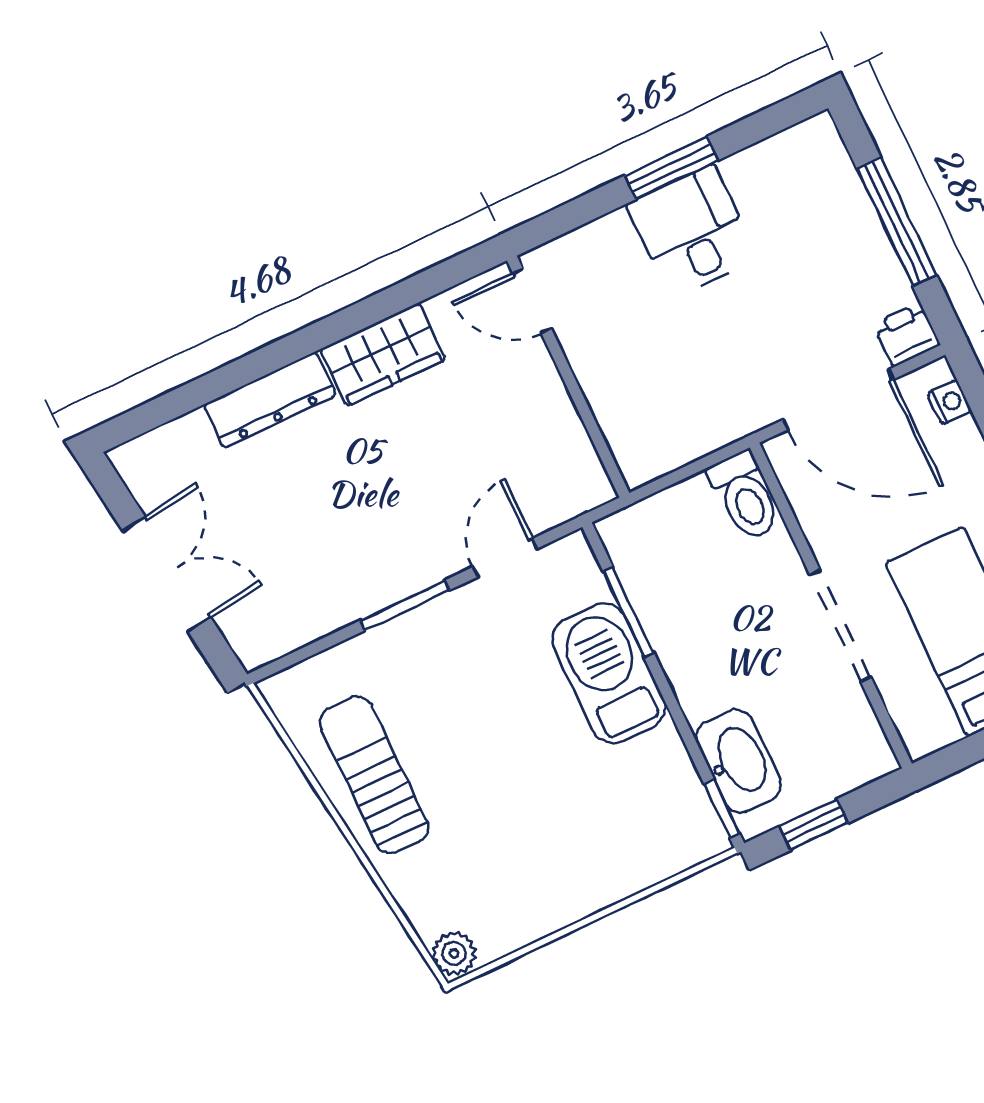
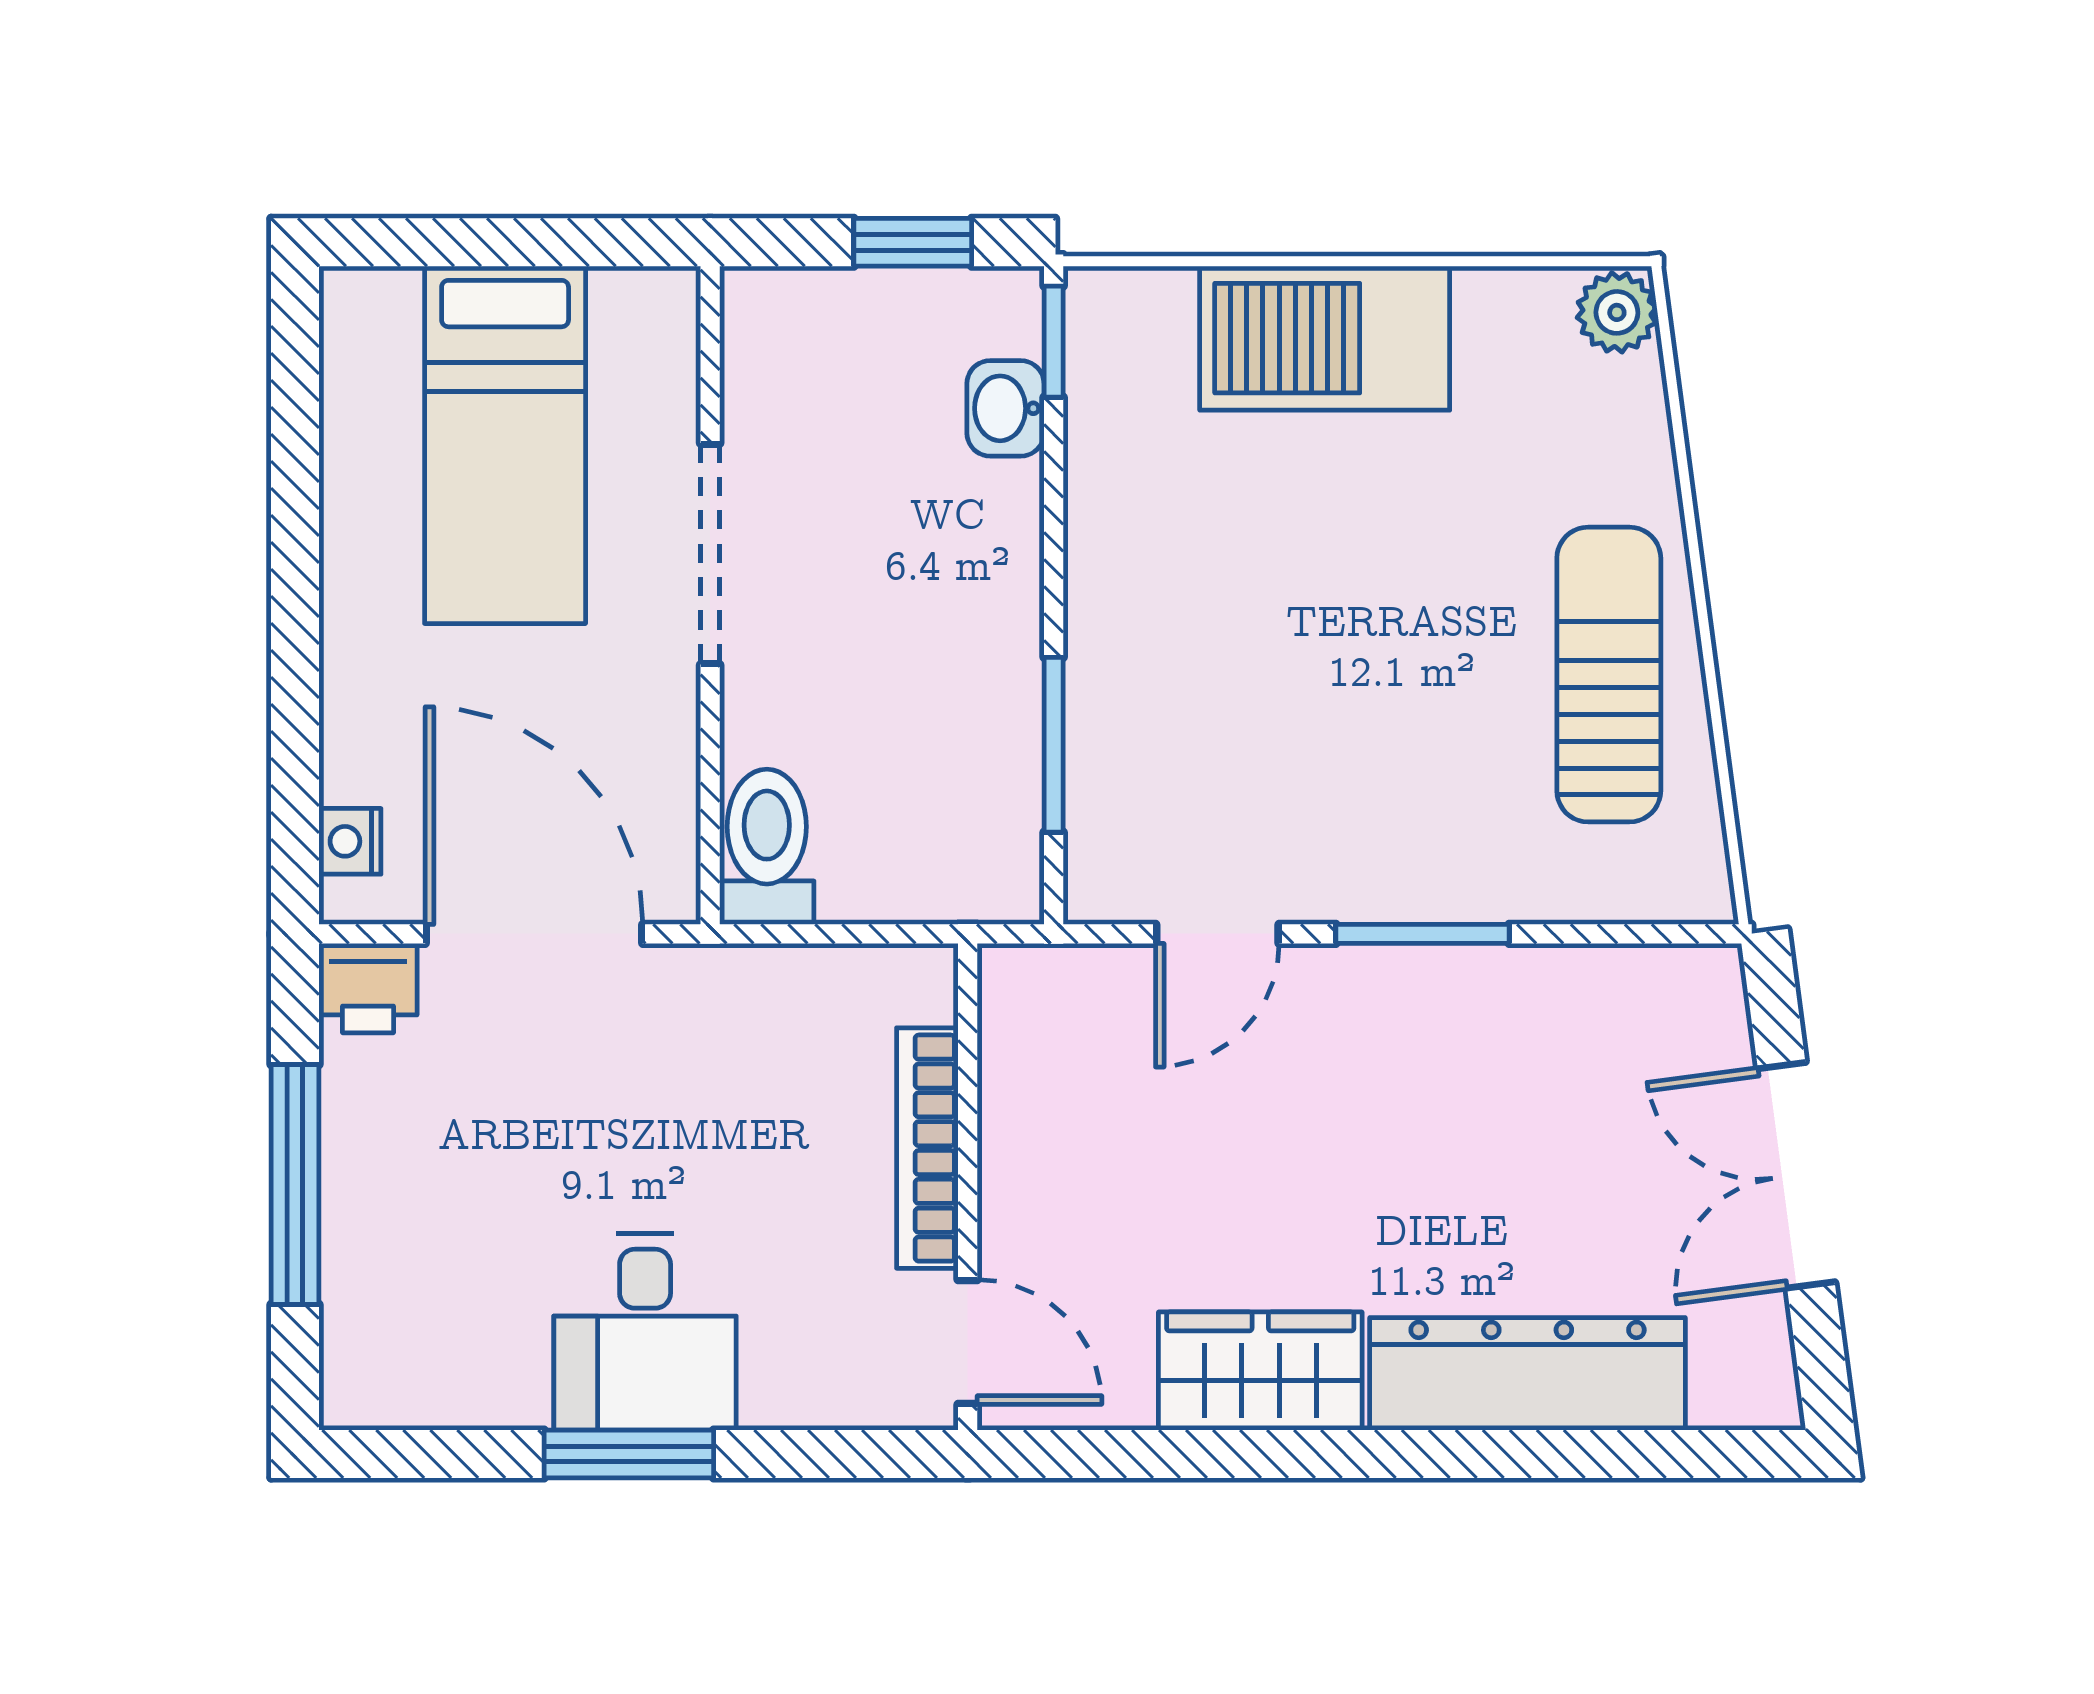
bookcase: (597, 386) -> (927, 1148), added
dresser: (270, 400) -> (1528, 1374), width x1.37, depth x1.24
barbecue: (609, 673) -> (1325, 338), moved, turned 90
washbasin: (738, 761) -> (1005, 408), width x0.52, depth x0.69
sun lounger: (374, 775) -> (1609, 675), turned 180

